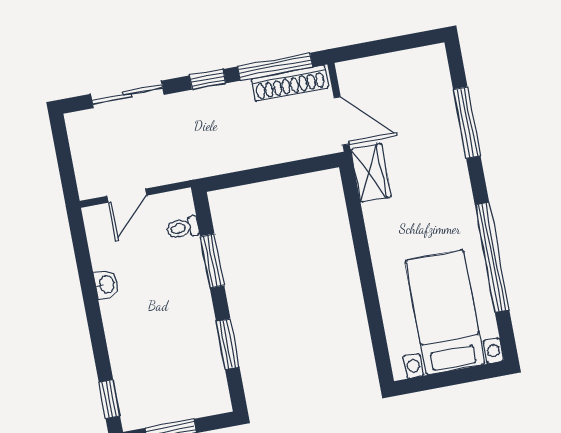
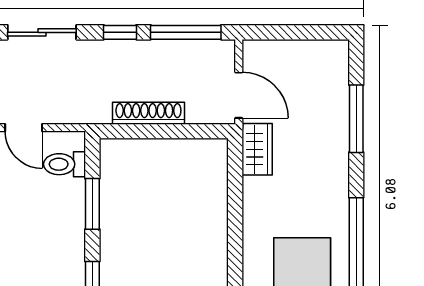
shoe rack: (290, 83) -> (148, 113), moved, turned 180
door: (127, 196) -> (24, 128), hinge flipped
toilet: (183, 228) -> (65, 164), width x1.37, depth x1.39

